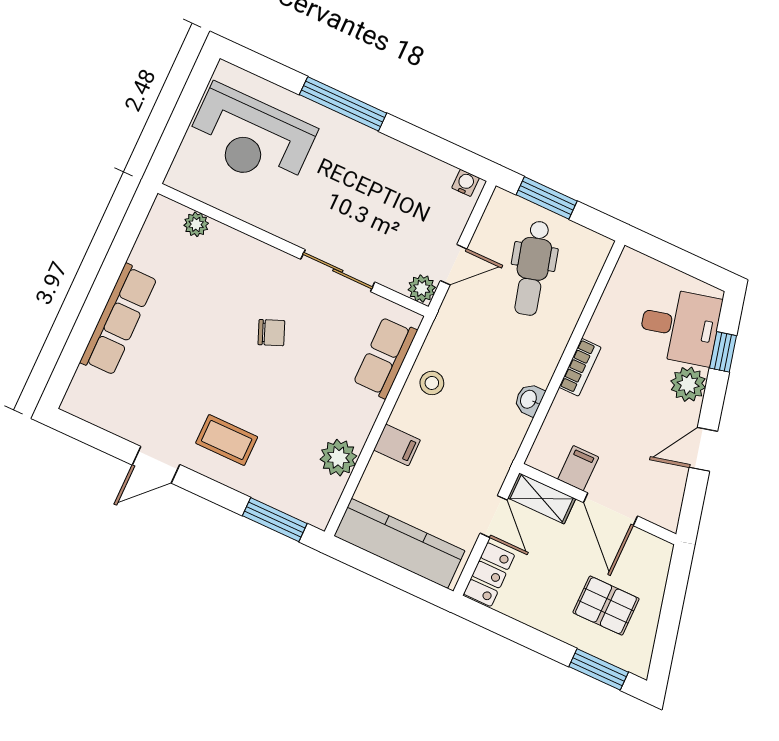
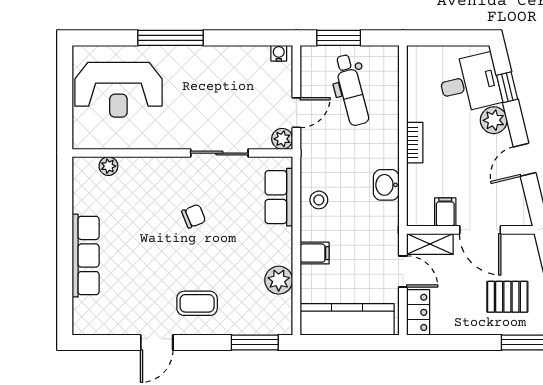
washbasin: (529, 400) -> (386, 185), width x1.38, depth x1.45

